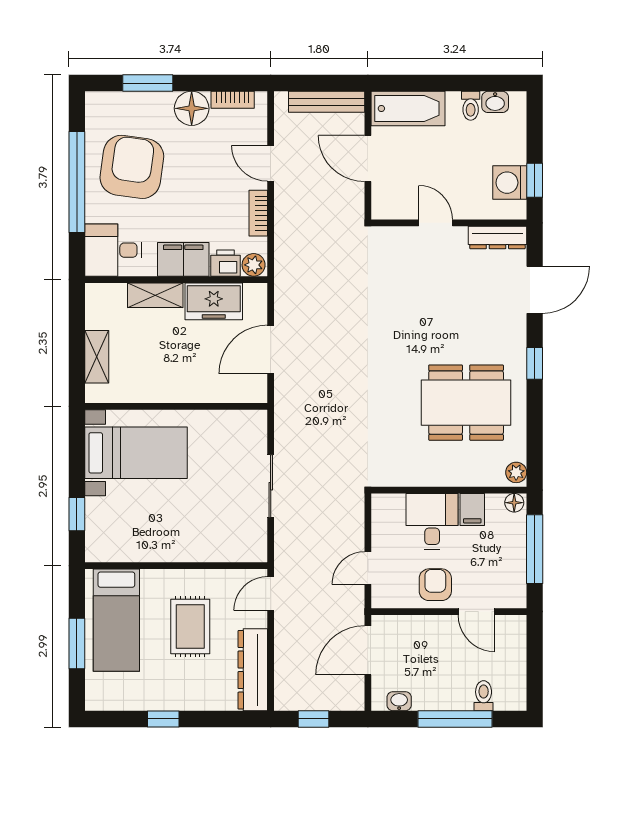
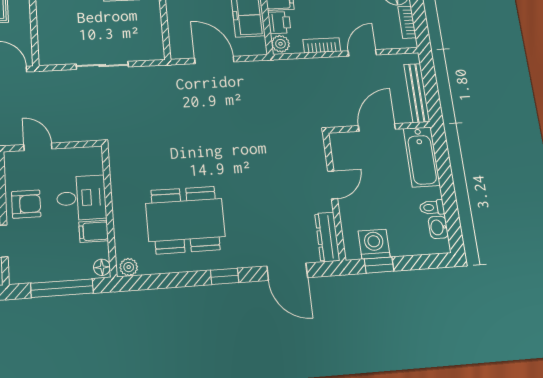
dining table: (466, 403) -> (185, 220), turned 90

